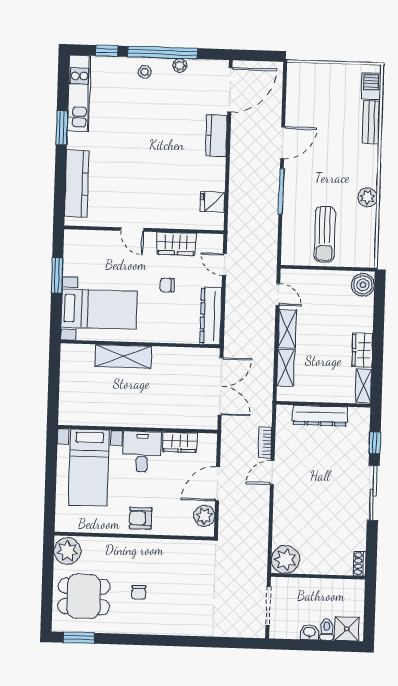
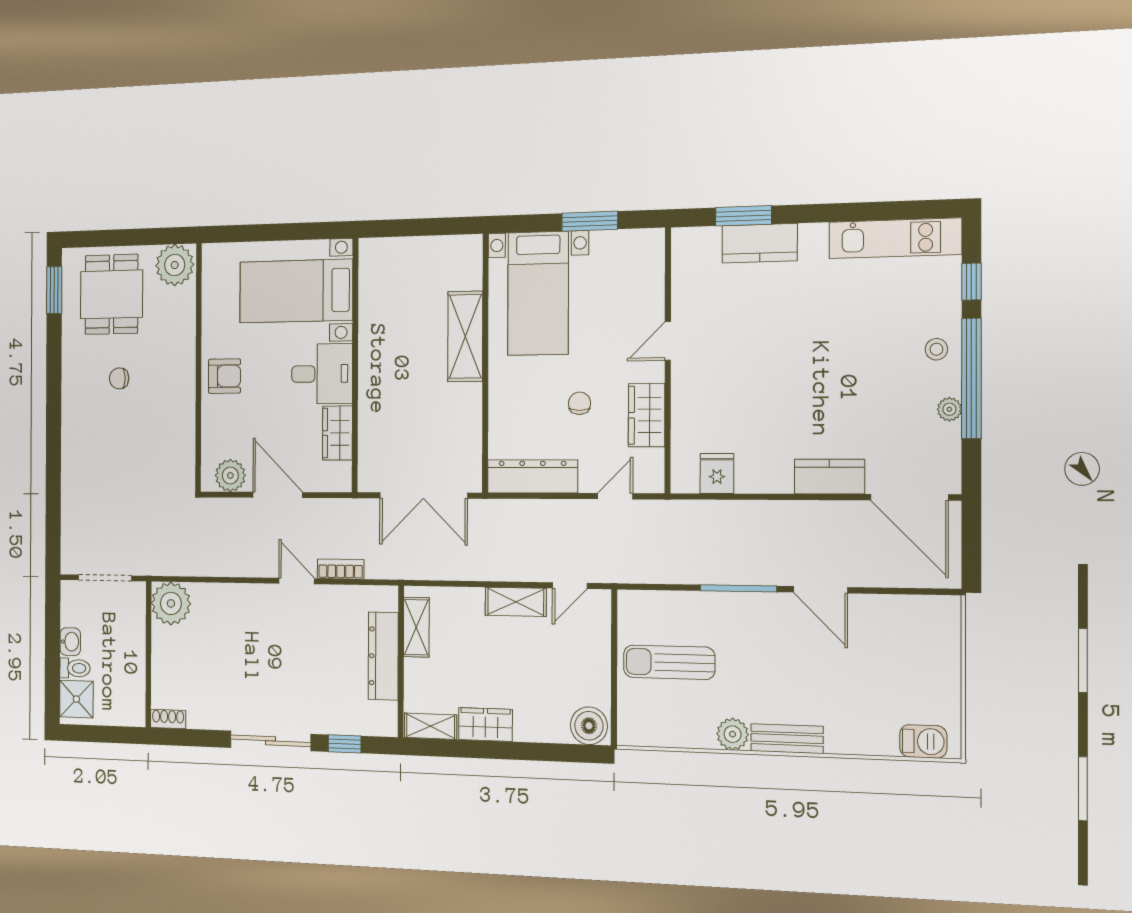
bench: (371, 122) -> (787, 739), moved
window: (62, 128) -> (743, 216), moved
kitchen counter: (77, 184) -> (760, 243), width x0.67
shelving: (286, 368) -> (416, 627), moved, turned 90
armchair: (141, 518) -> (225, 376), turned 90

